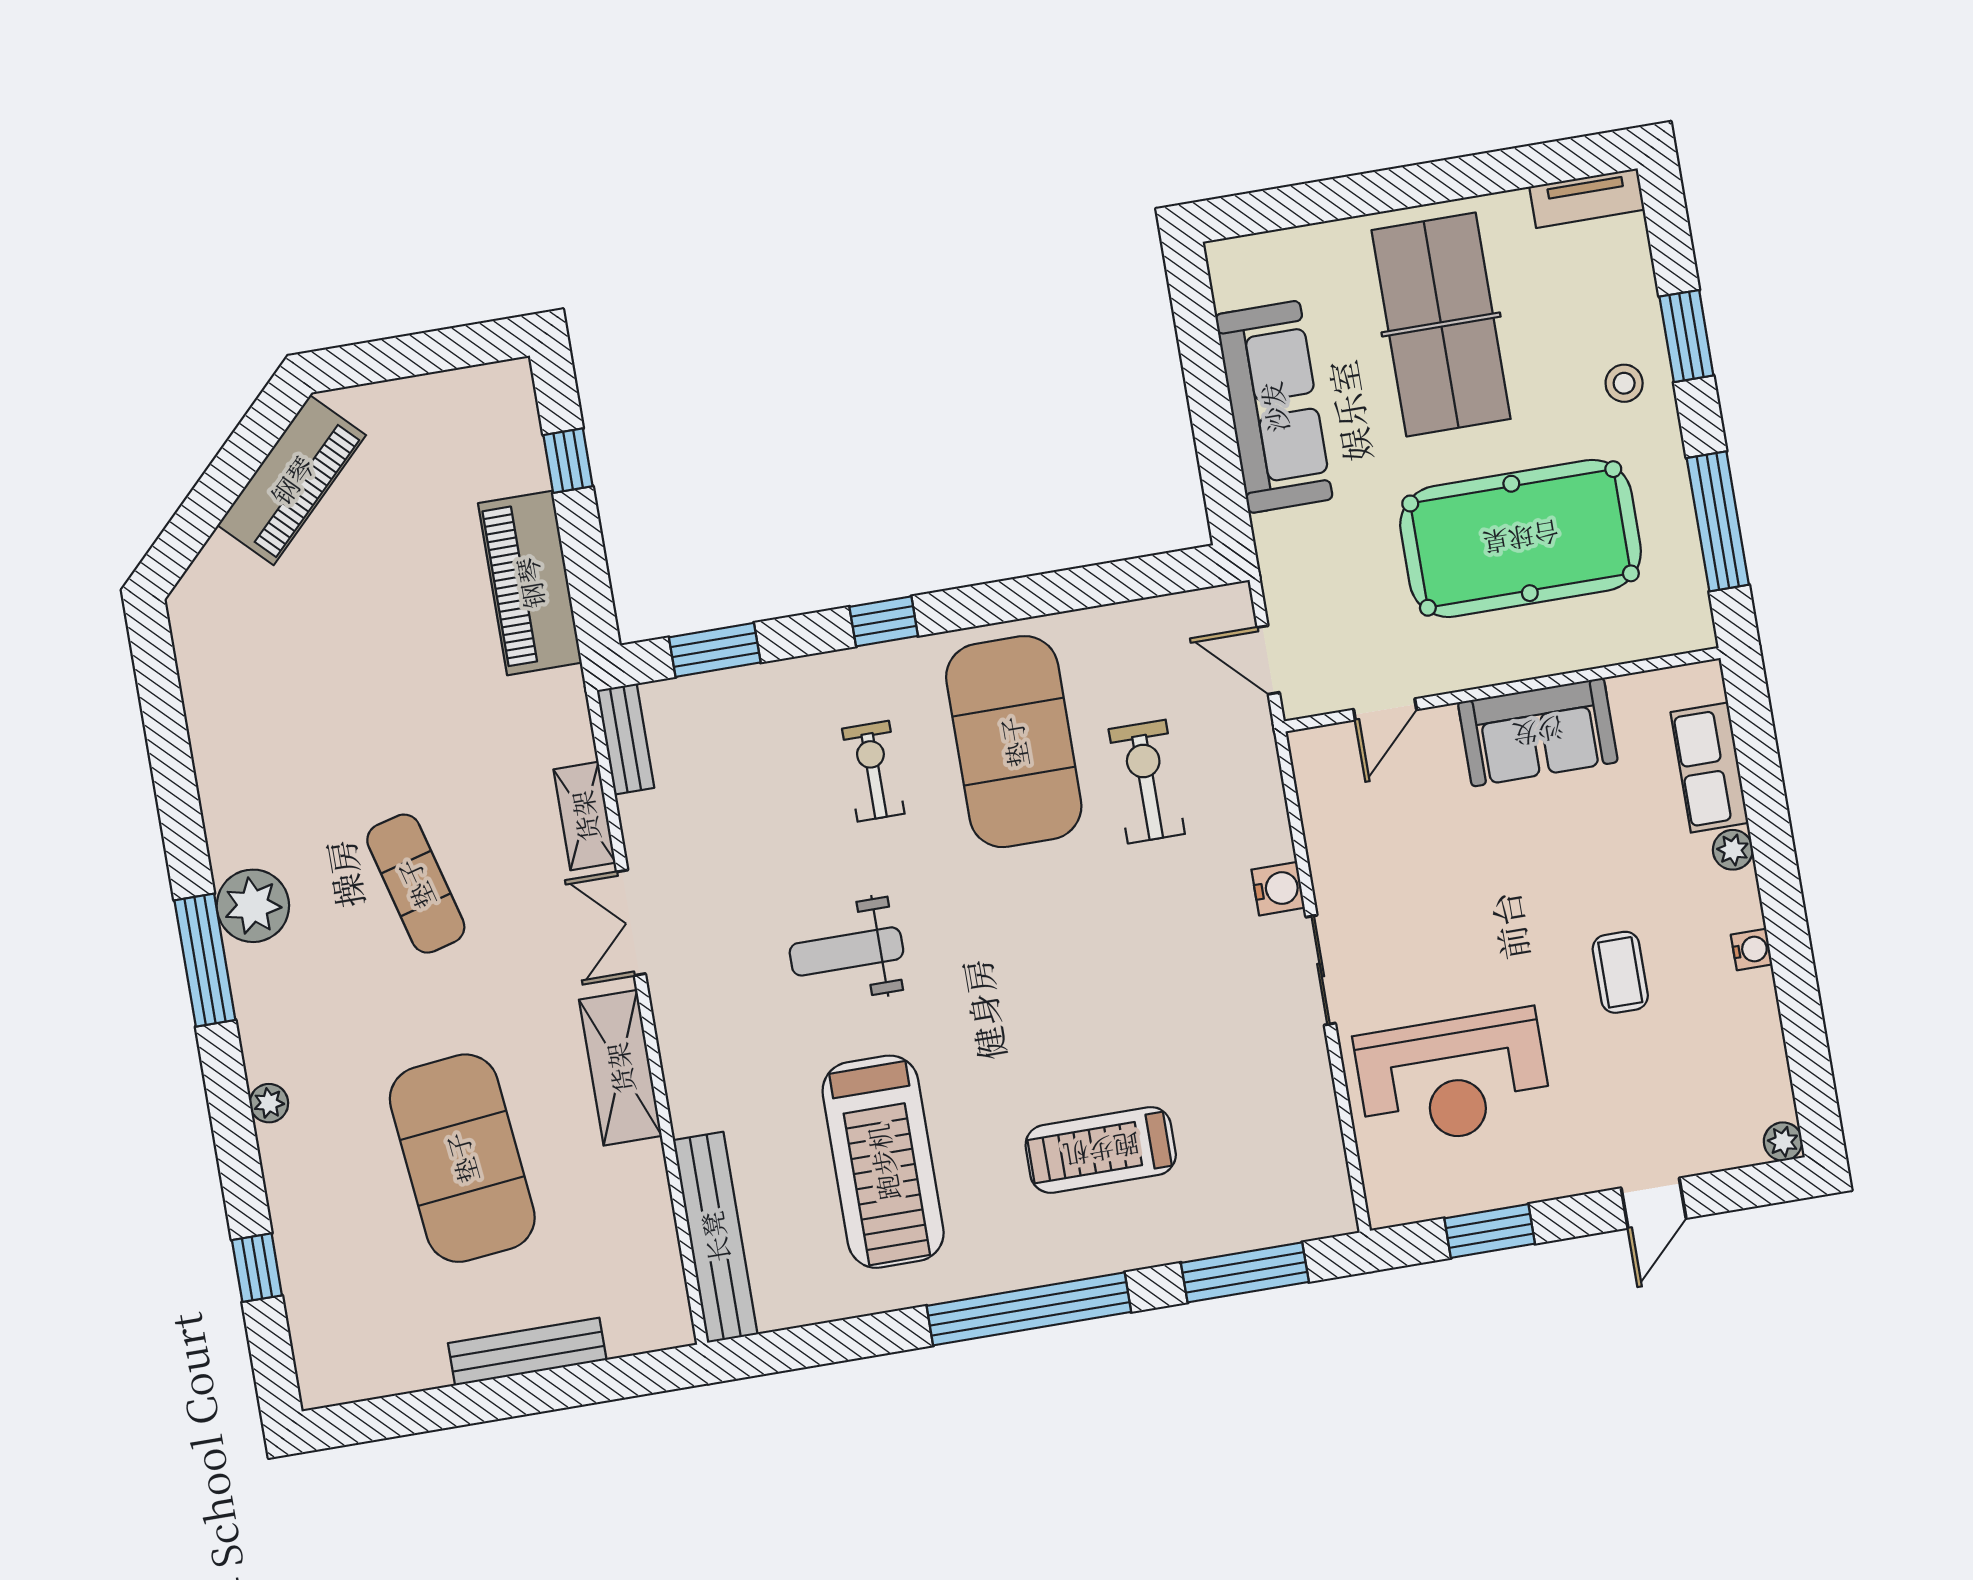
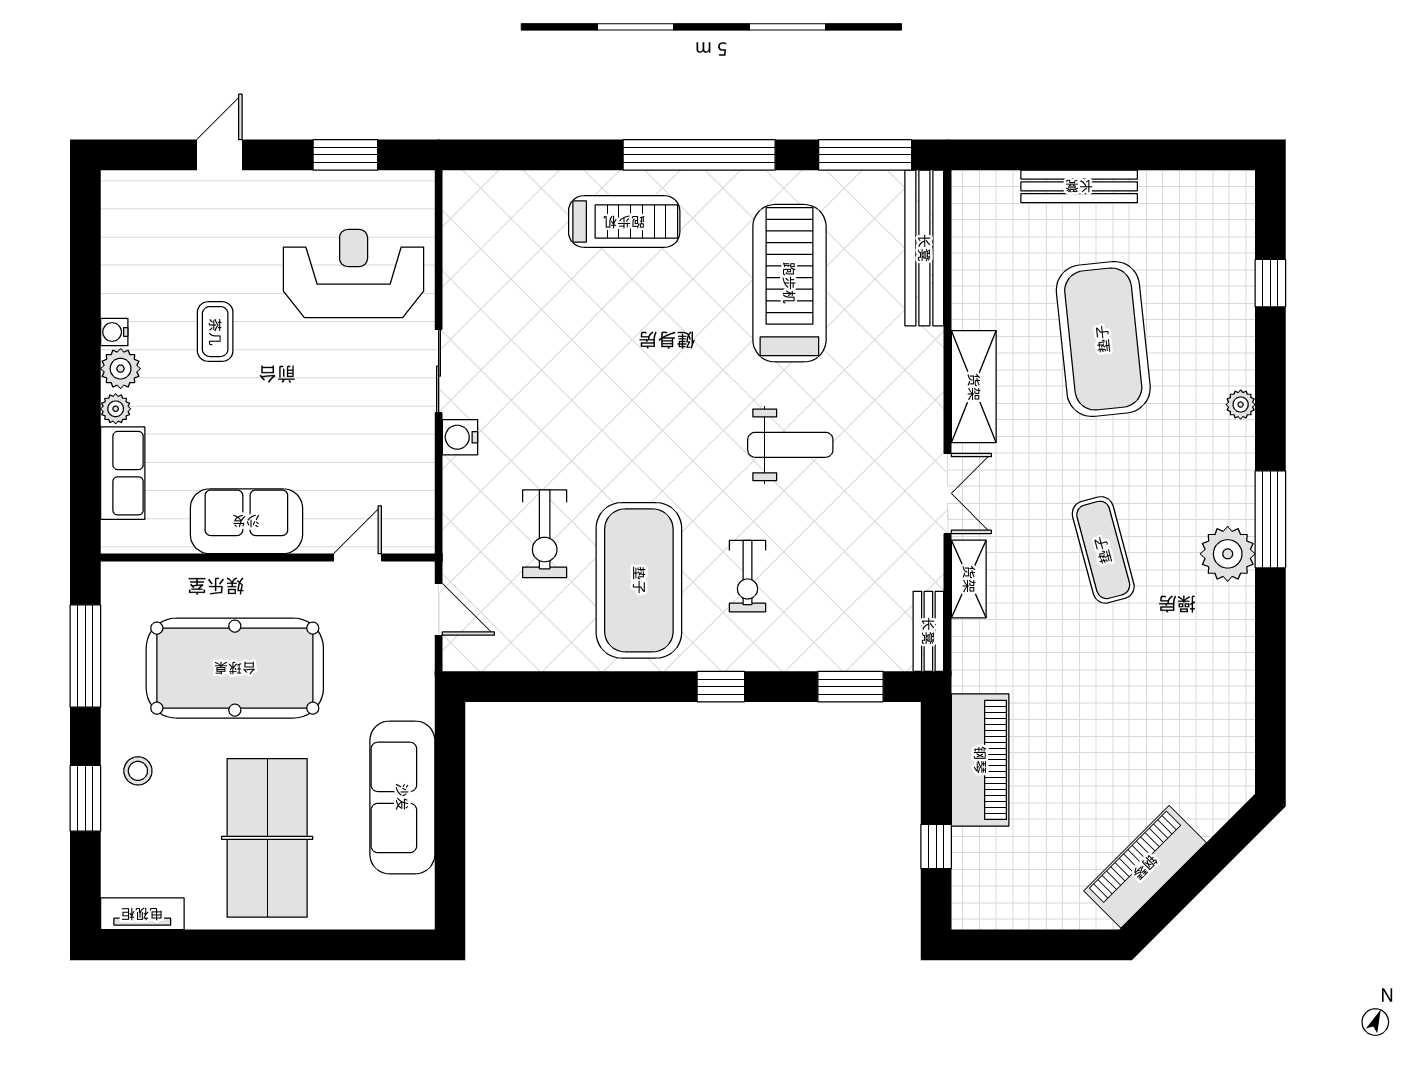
plant: (1783, 1142) -> (121, 369), moved, width x1.38, depth x1.38
treadmill: (1101, 1150) -> (624, 222), moved
window: (1245, 1272) -> (865, 155), moved

